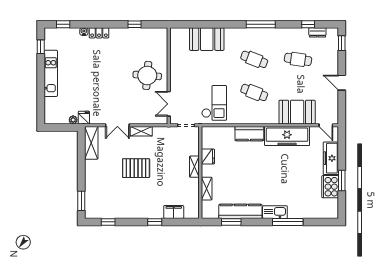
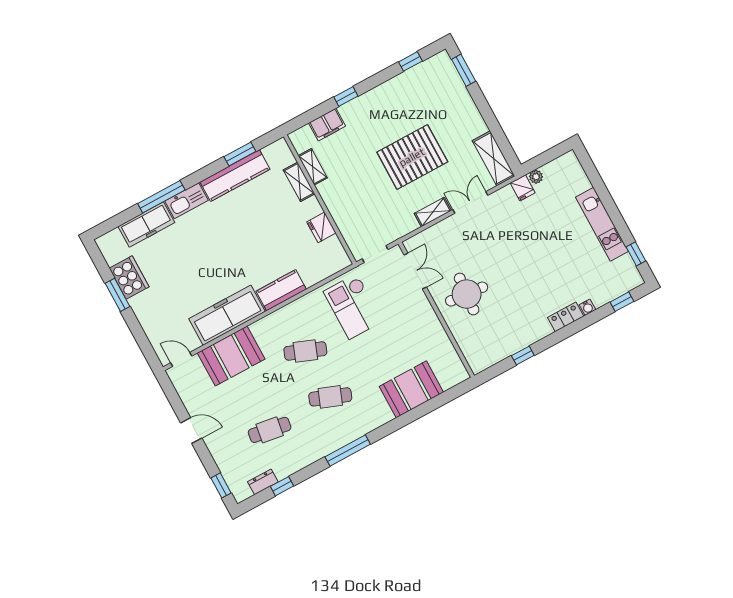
freezer: (331, 158) -> (146, 225), moved, turned 90
shelving: (194, 167) -> (313, 167), moved
pallet: (136, 168) -> (412, 157), width x1.37, depth x1.41

